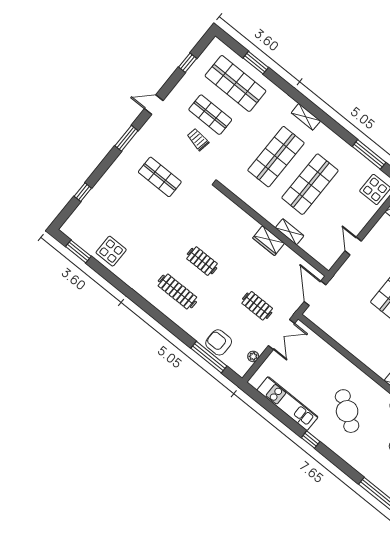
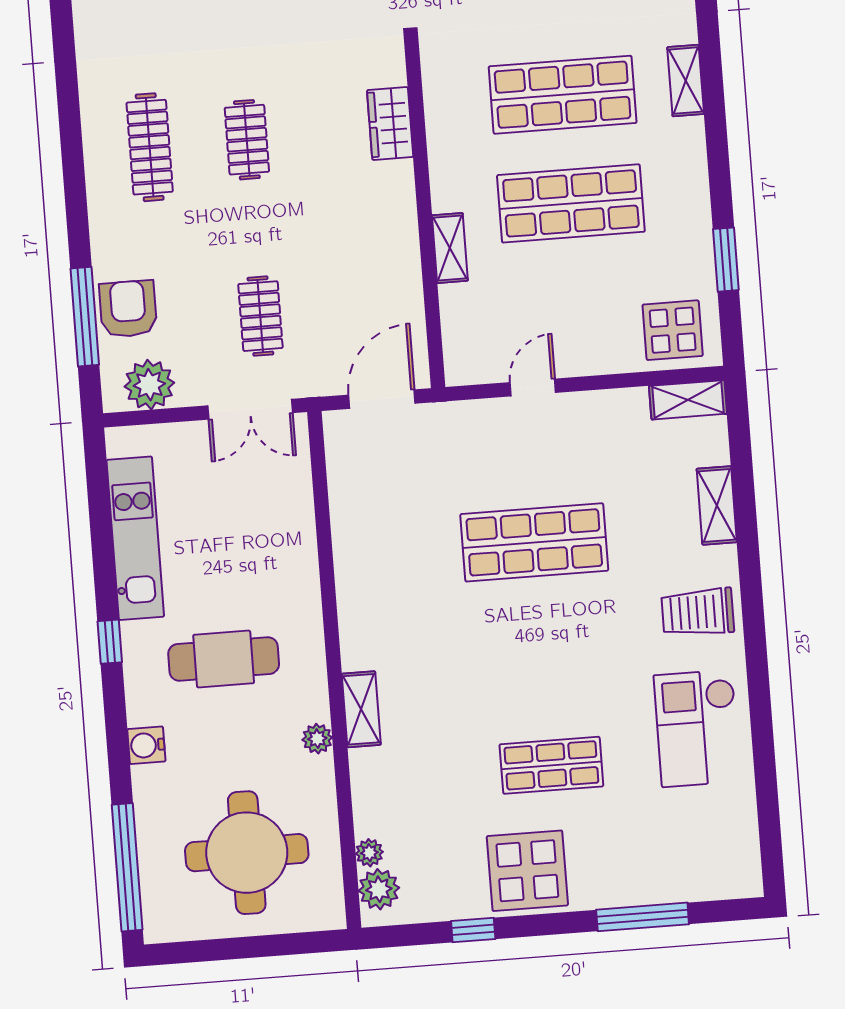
window: (369, 154) -> (726, 260), width x0.69
wardrobe: (269, 241) -> (390, 123), moved
plant: (253, 356) -> (149, 385), width x1.87, depth x1.87
cafe table: (347, 411) -> (224, 659), turned 55
water cooler: (351, 457) -> (146, 745), added

